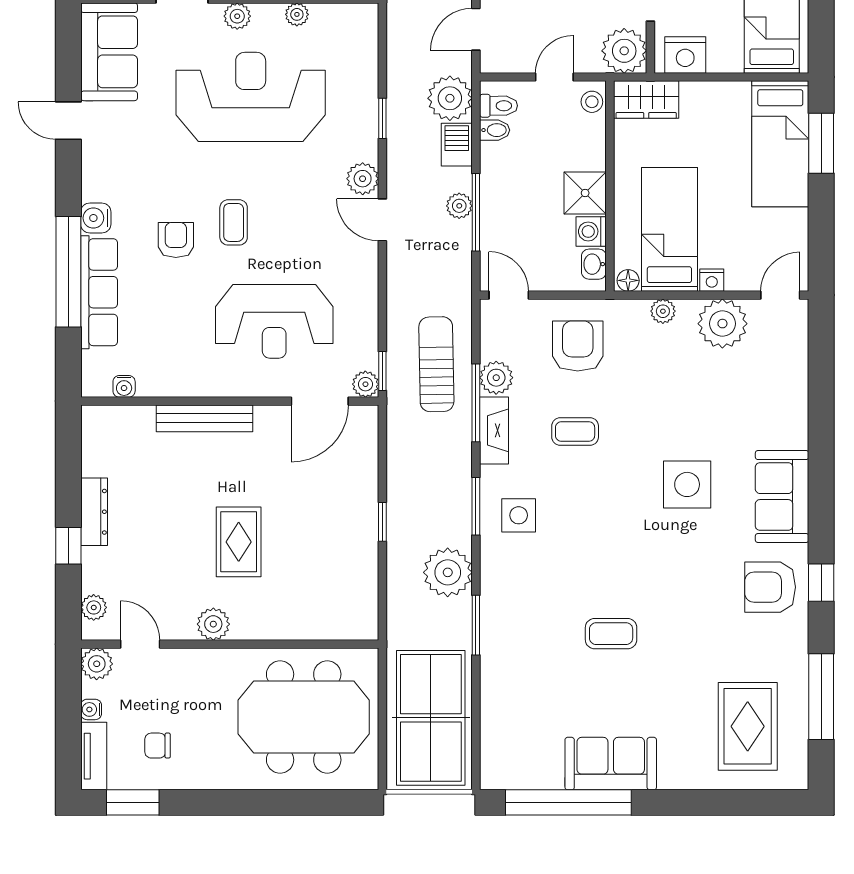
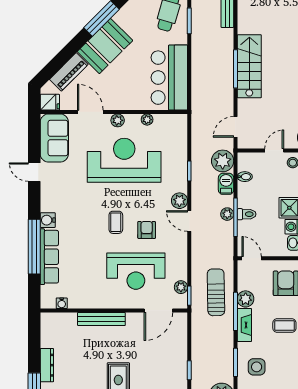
toilet: (499, 106) -> (247, 214), moved
armchair: (176, 240) -> (147, 230), moved
plant: (365, 384) -> (181, 287), moved

